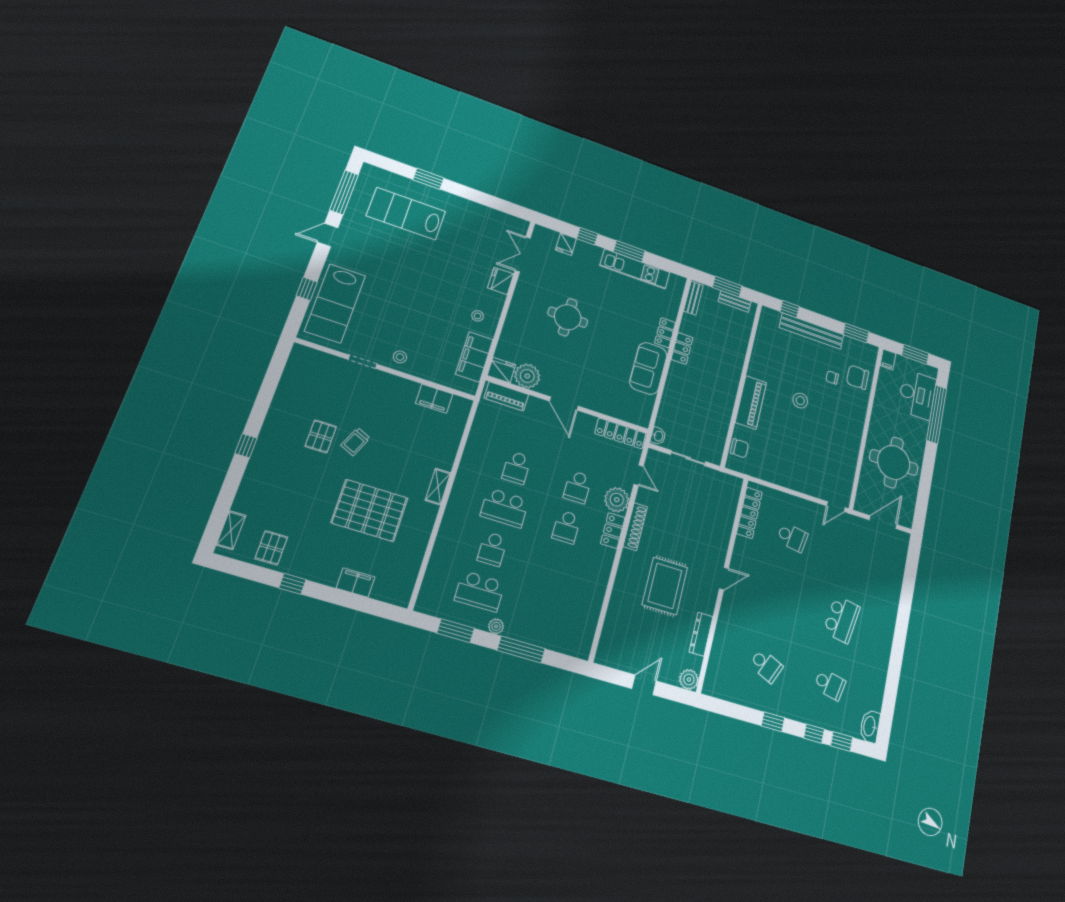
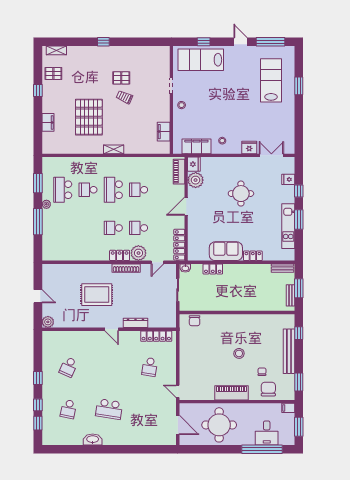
locker: (682, 348) -> (213, 269), moved
desk: (917, 395) -> (267, 433), width x0.73
piano: (751, 402) -> (231, 393), moved, turned 180
dresser: (701, 634) -> (135, 323), moved
washbasin: (870, 726) -> (93, 439), moved

